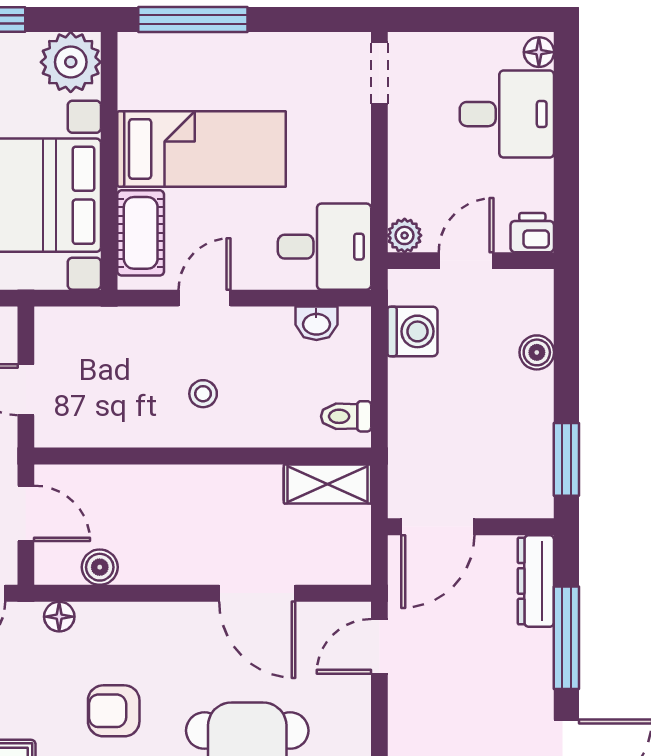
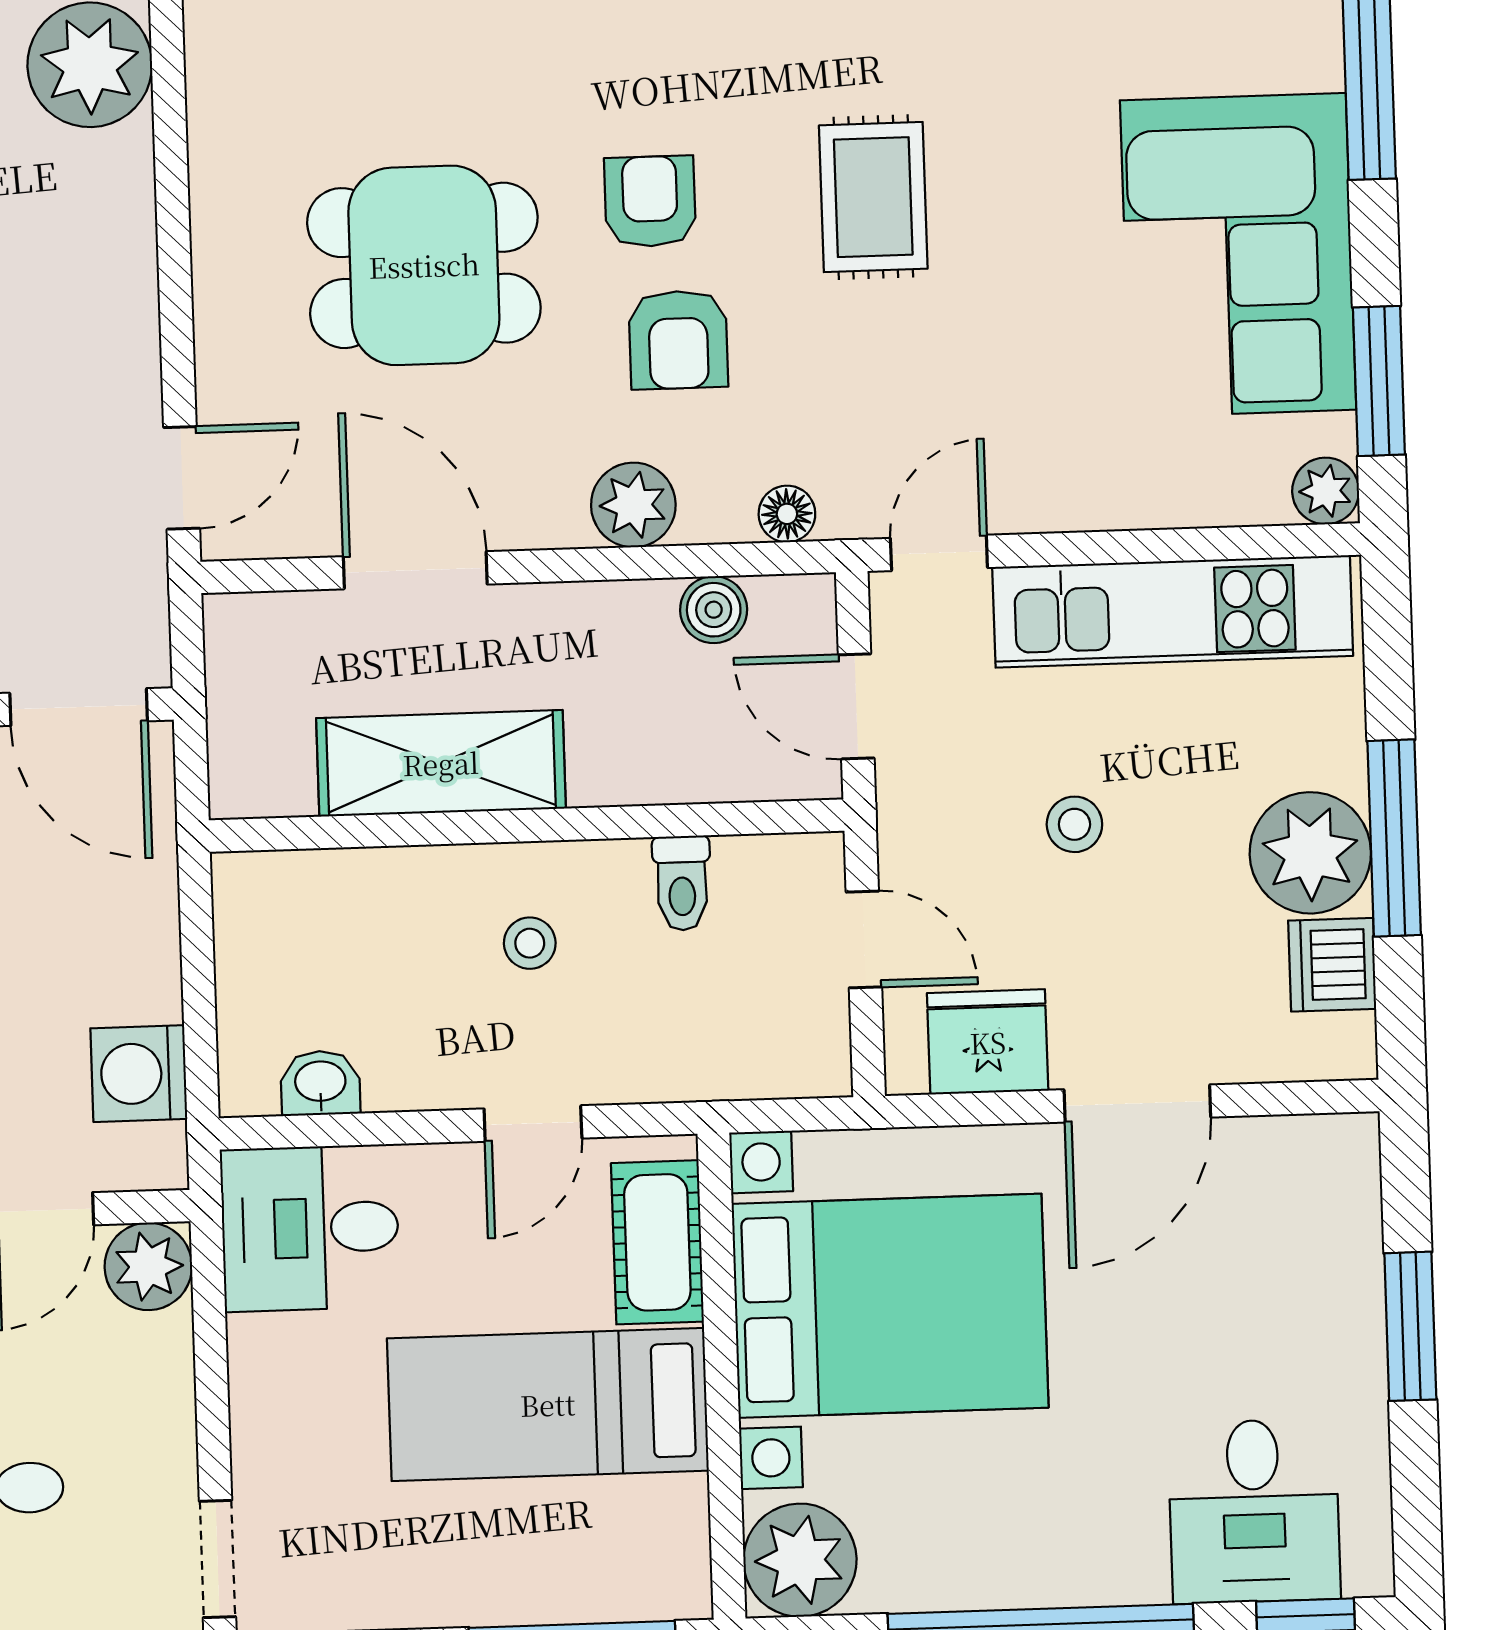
plant: (405, 235) -> (148, 1266), width x1.38, depth x1.38
toilet: (346, 416) -> (682, 883), moved, turned 90
shelving: (327, 484) -> (441, 763), moved, width x1.50, depth x1.33
door: (438, 527) -> (79, 707), swing flipped
plant: (140, 624) -> (633, 505), added
armchair: (114, 711) -> (678, 340), turned 90

